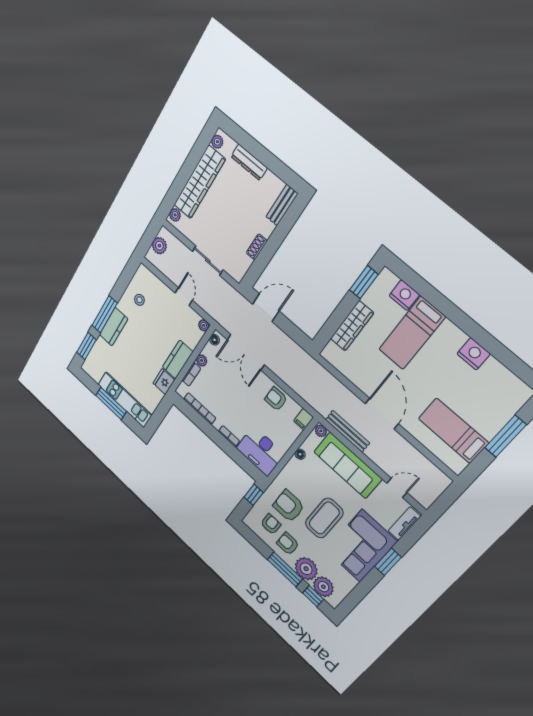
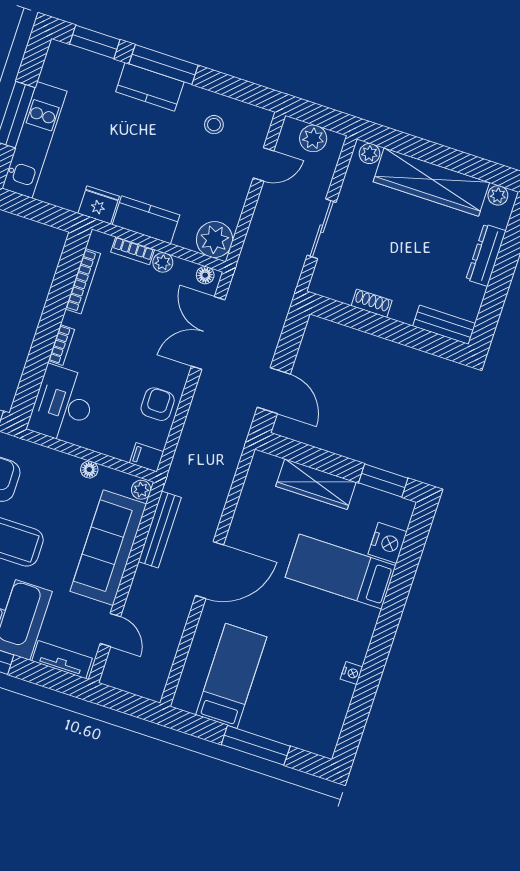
door: (184, 297) -> (264, 164), moved
door: (266, 308) -> (274, 391), moved
plant: (204, 325) -> (215, 239), width x1.88, depth x1.88
nightstand: (474, 354) -> (351, 673), width x0.53, depth x0.56

